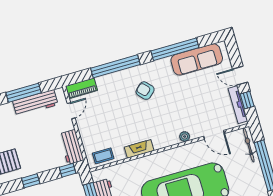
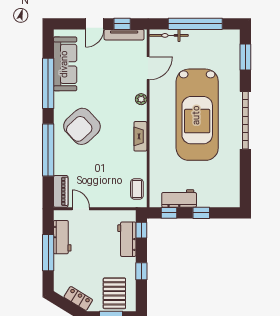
armchair: (145, 91) -> (82, 126), width x1.88, depth x1.88
workbench: (35, 103) -> (62, 237), width x0.73
workbench: (71, 147) -> (127, 239), moved, turned 90
fireplace: (139, 149) -> (140, 136), moved

